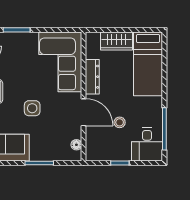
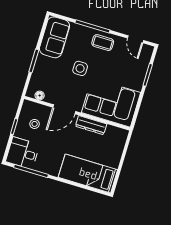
wardrobe: (117, 41) -> (114, 154), removed
stool: (120, 122) -> (35, 124), moved

